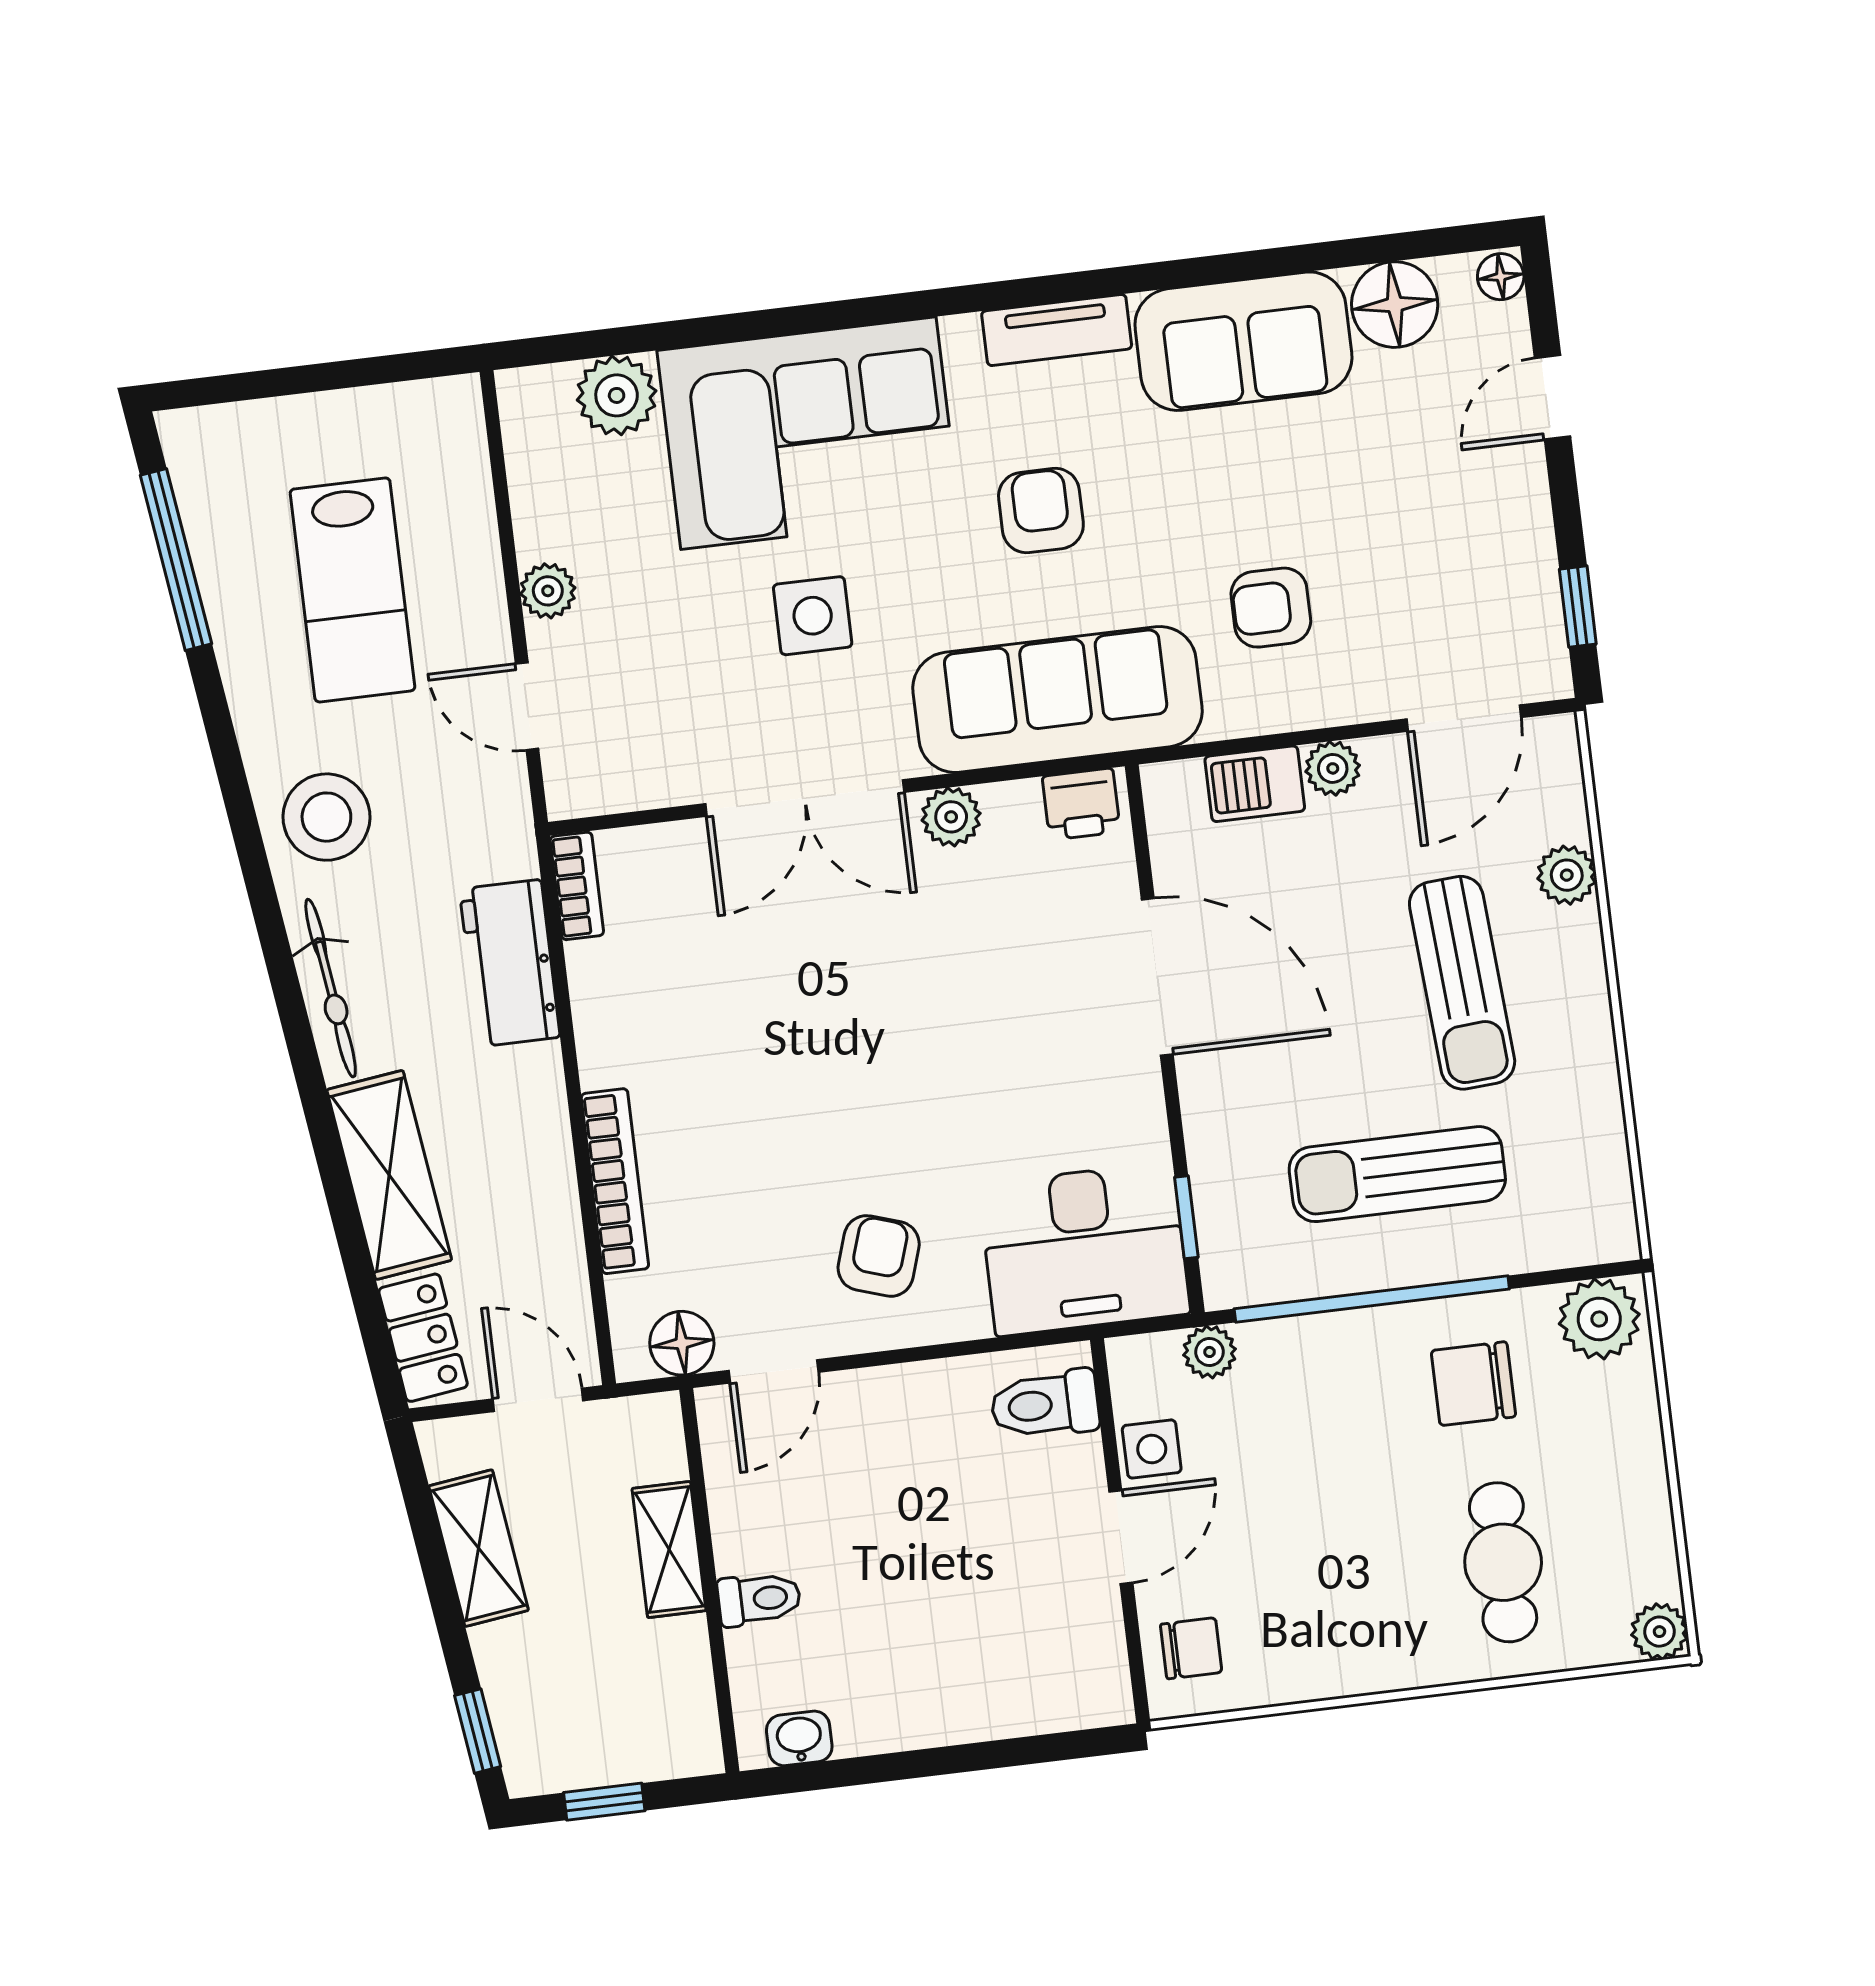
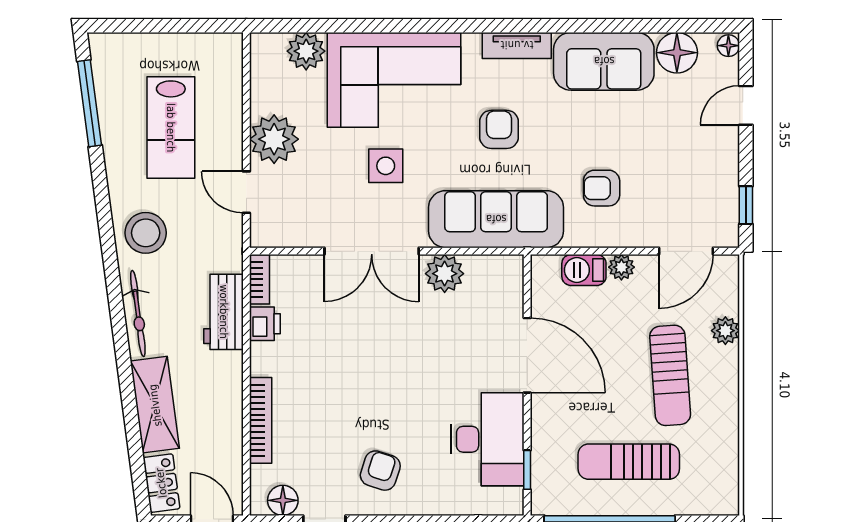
plant: (548, 591) -> (274, 139), width x1.88, depth x1.88
printer: (1081, 804) -> (265, 324), moved, turned -90
plant: (951, 817) -> (445, 274), width x1.38, depth x1.38
desk: (1084, 1249) -> (487, 439), moved, turned -90

